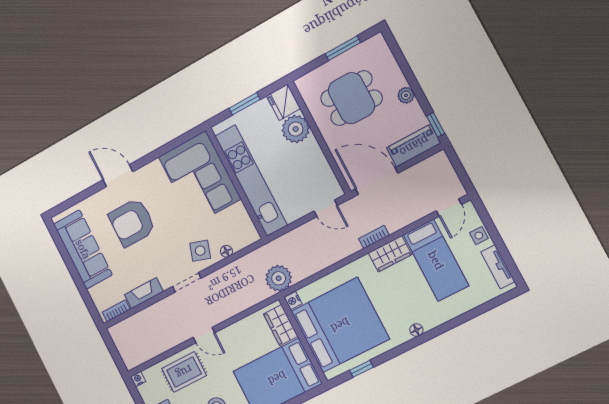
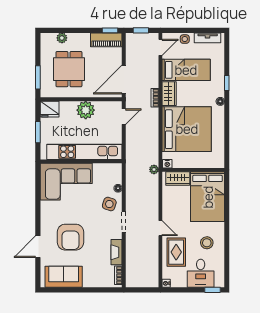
window: (343, 48) -> (38, 77), moved
plant: (406, 95) -> (62, 38), moved
plant: (296, 129) -> (86, 110), moved
piano: (414, 146) -> (106, 40), moved, turned -90
window: (459, 168) -> (141, 30), added
door: (118, 176) -> (38, 247), moved
door: (449, 208) -> (160, 47), hinge flipped
sofa: (83, 249) -> (64, 277), width x0.73
plant: (279, 278) -> (154, 169), width x0.53, depth x0.53
bed: (340, 325) -> (187, 129), moved, turned 90
door: (204, 335) -> (160, 228), hinge flipped
window: (361, 369) -> (227, 83), moved

